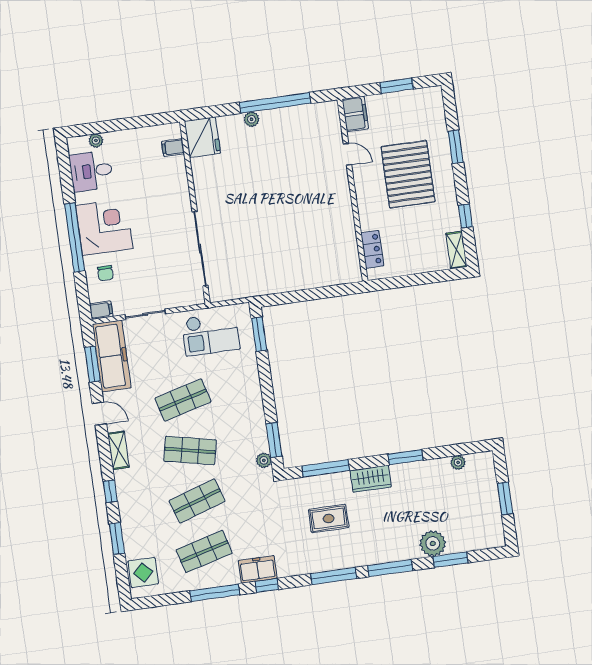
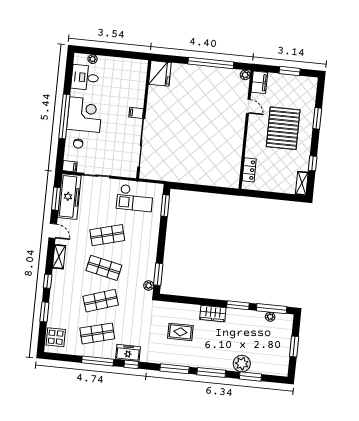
plant: (252, 119) -> (245, 75), moved
filing cabinet: (173, 147) -> (136, 113), moved
window: (326, 468) -> (272, 309), moved

